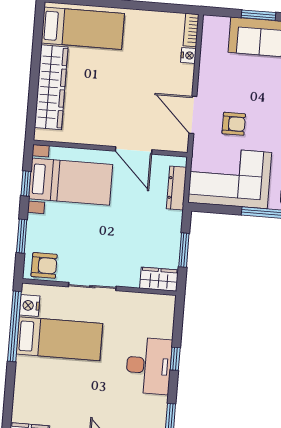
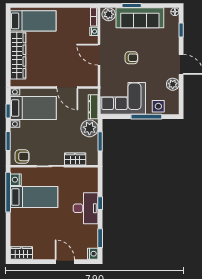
plant: (217, 27) -> (109, 14), added
door: (193, 115) -> (99, 55), moved
armchair: (234, 124) -> (131, 58), moved
plant: (167, 225) -> (89, 128), added
wardrobe: (159, 279) -> (75, 159), moved

